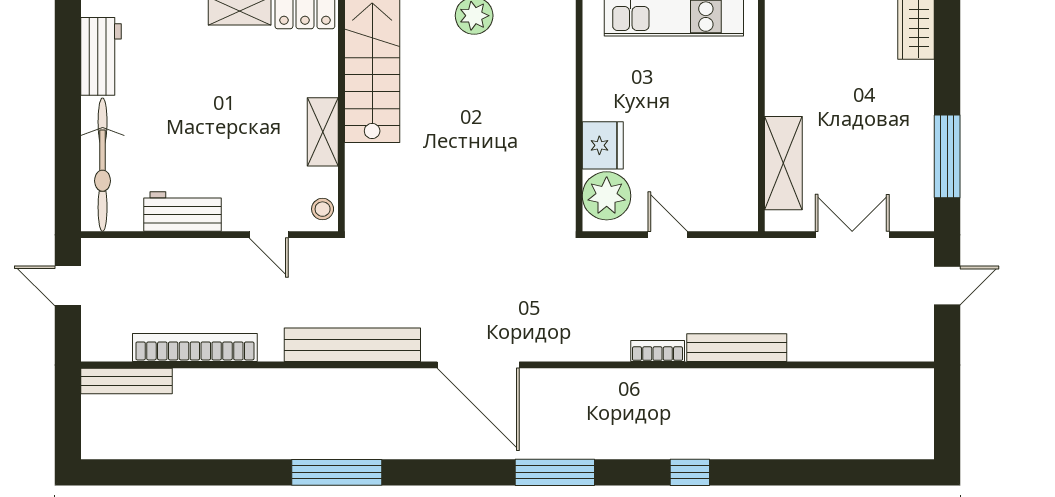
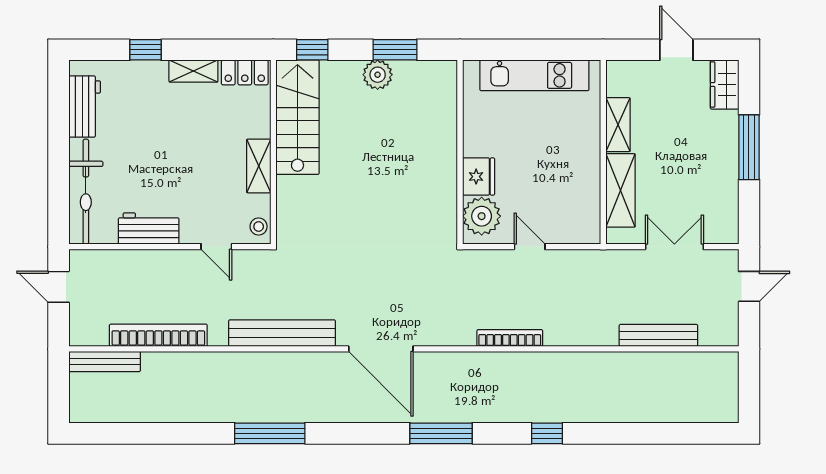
shelving: (780, 79) -> (618, 125), added
window: (947, 156) -> (749, 147), moved
bench: (737, 348) -> (658, 335), moved
bookcase: (658, 351) -> (510, 338), width x1.56

